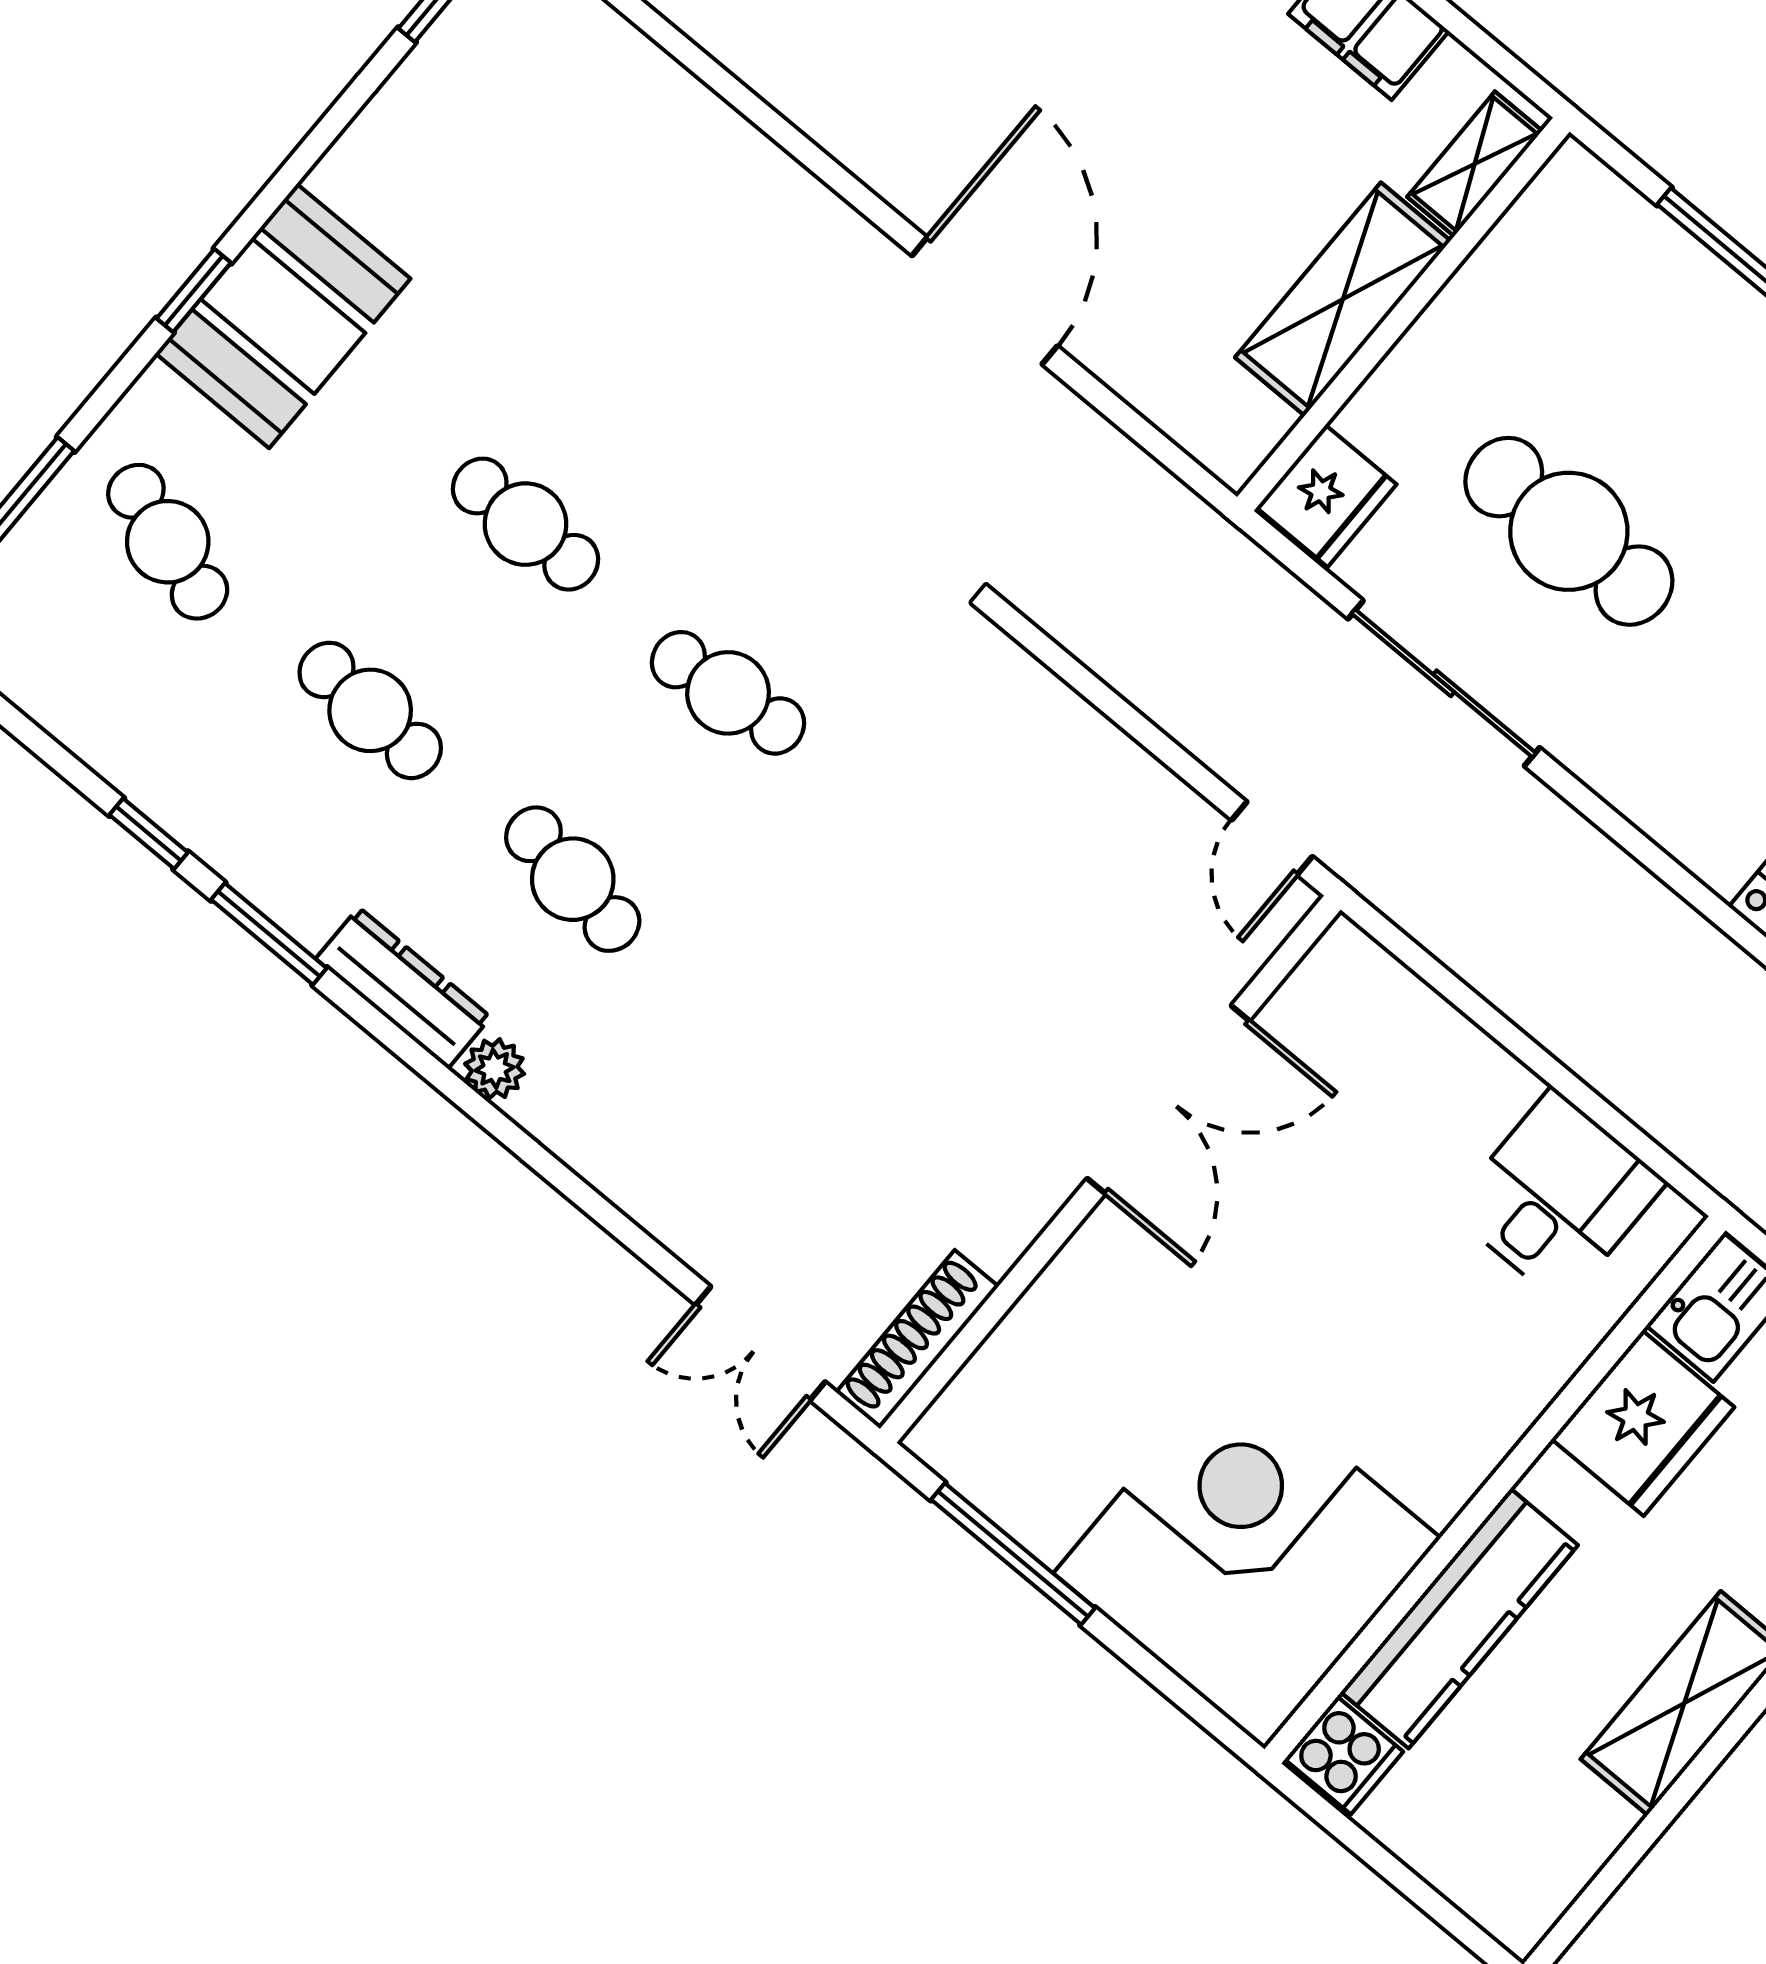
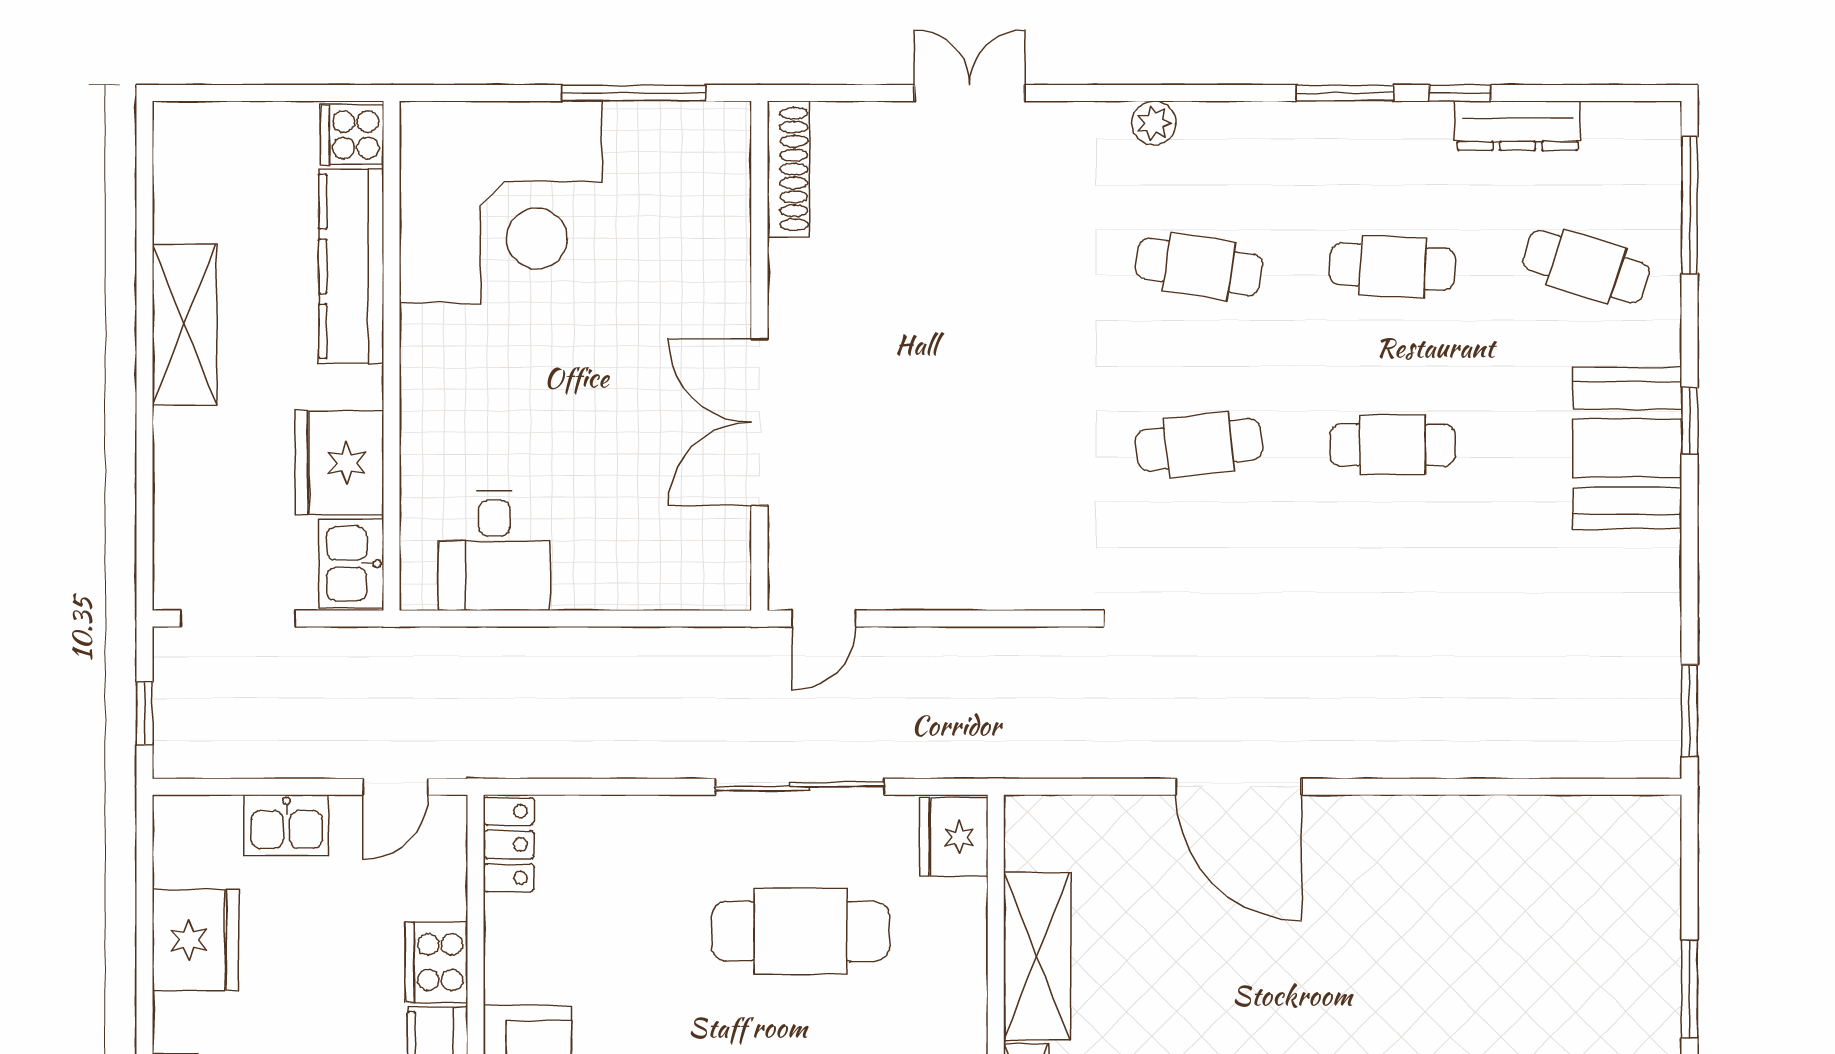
door: (1272, 838) -> (824, 618), swing flipped
dresser: (403, 988) -> (1518, 126), moved
double door: (760, 1343) -> (970, 93), moved

